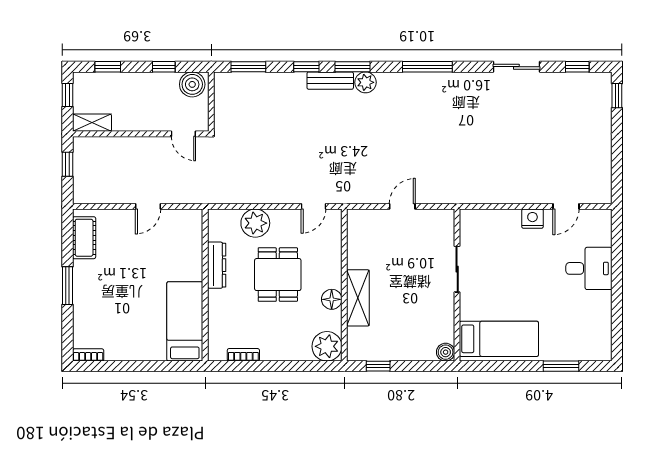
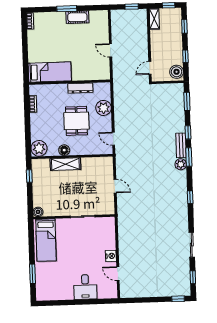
window: (427, 67) -> (190, 197), width x0.46
cot: (84, 238) -> (77, 17), moved
dining table: (278, 275) -> (76, 121), turned 90

